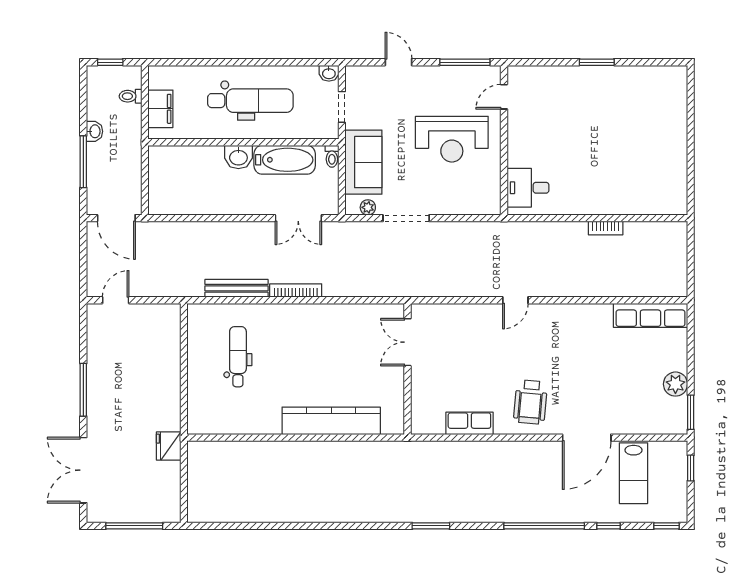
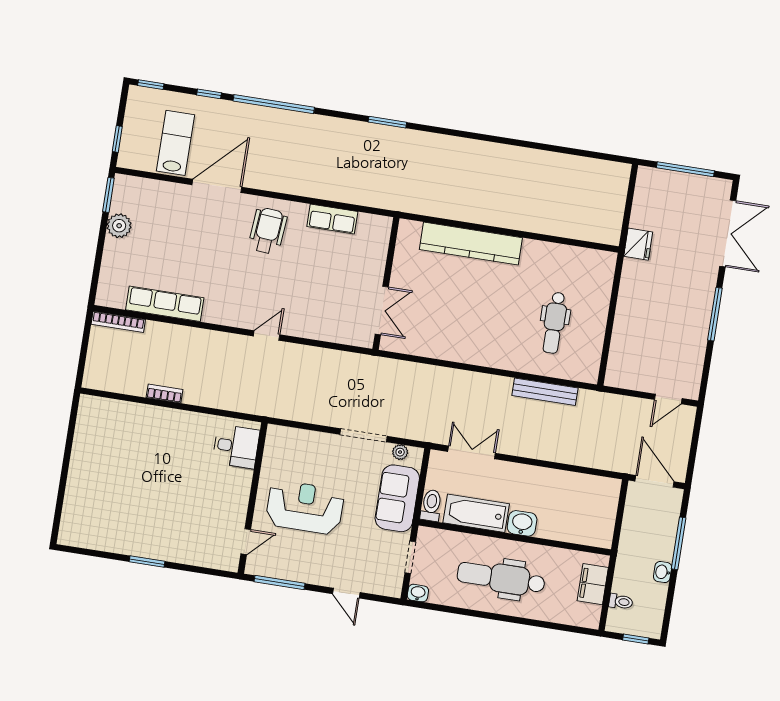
toilet: (332, 156) -> (431, 505), width x1.37, depth x1.39
bookcase: (296, 290) -> (118, 322), moved
row of seats: (650, 315) -> (165, 304), moved

